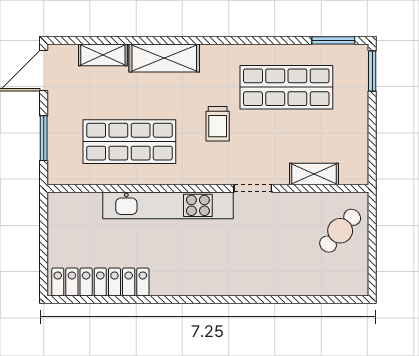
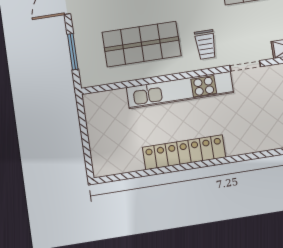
trolley: (218, 124) -> (206, 45), moved
locker: (100, 282) -> (184, 152), moved

